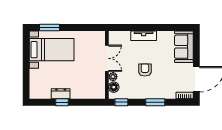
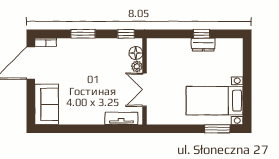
tv unit: (144, 36) -> (121, 118), moved
armchair: (145, 70) -> (96, 75), removed

